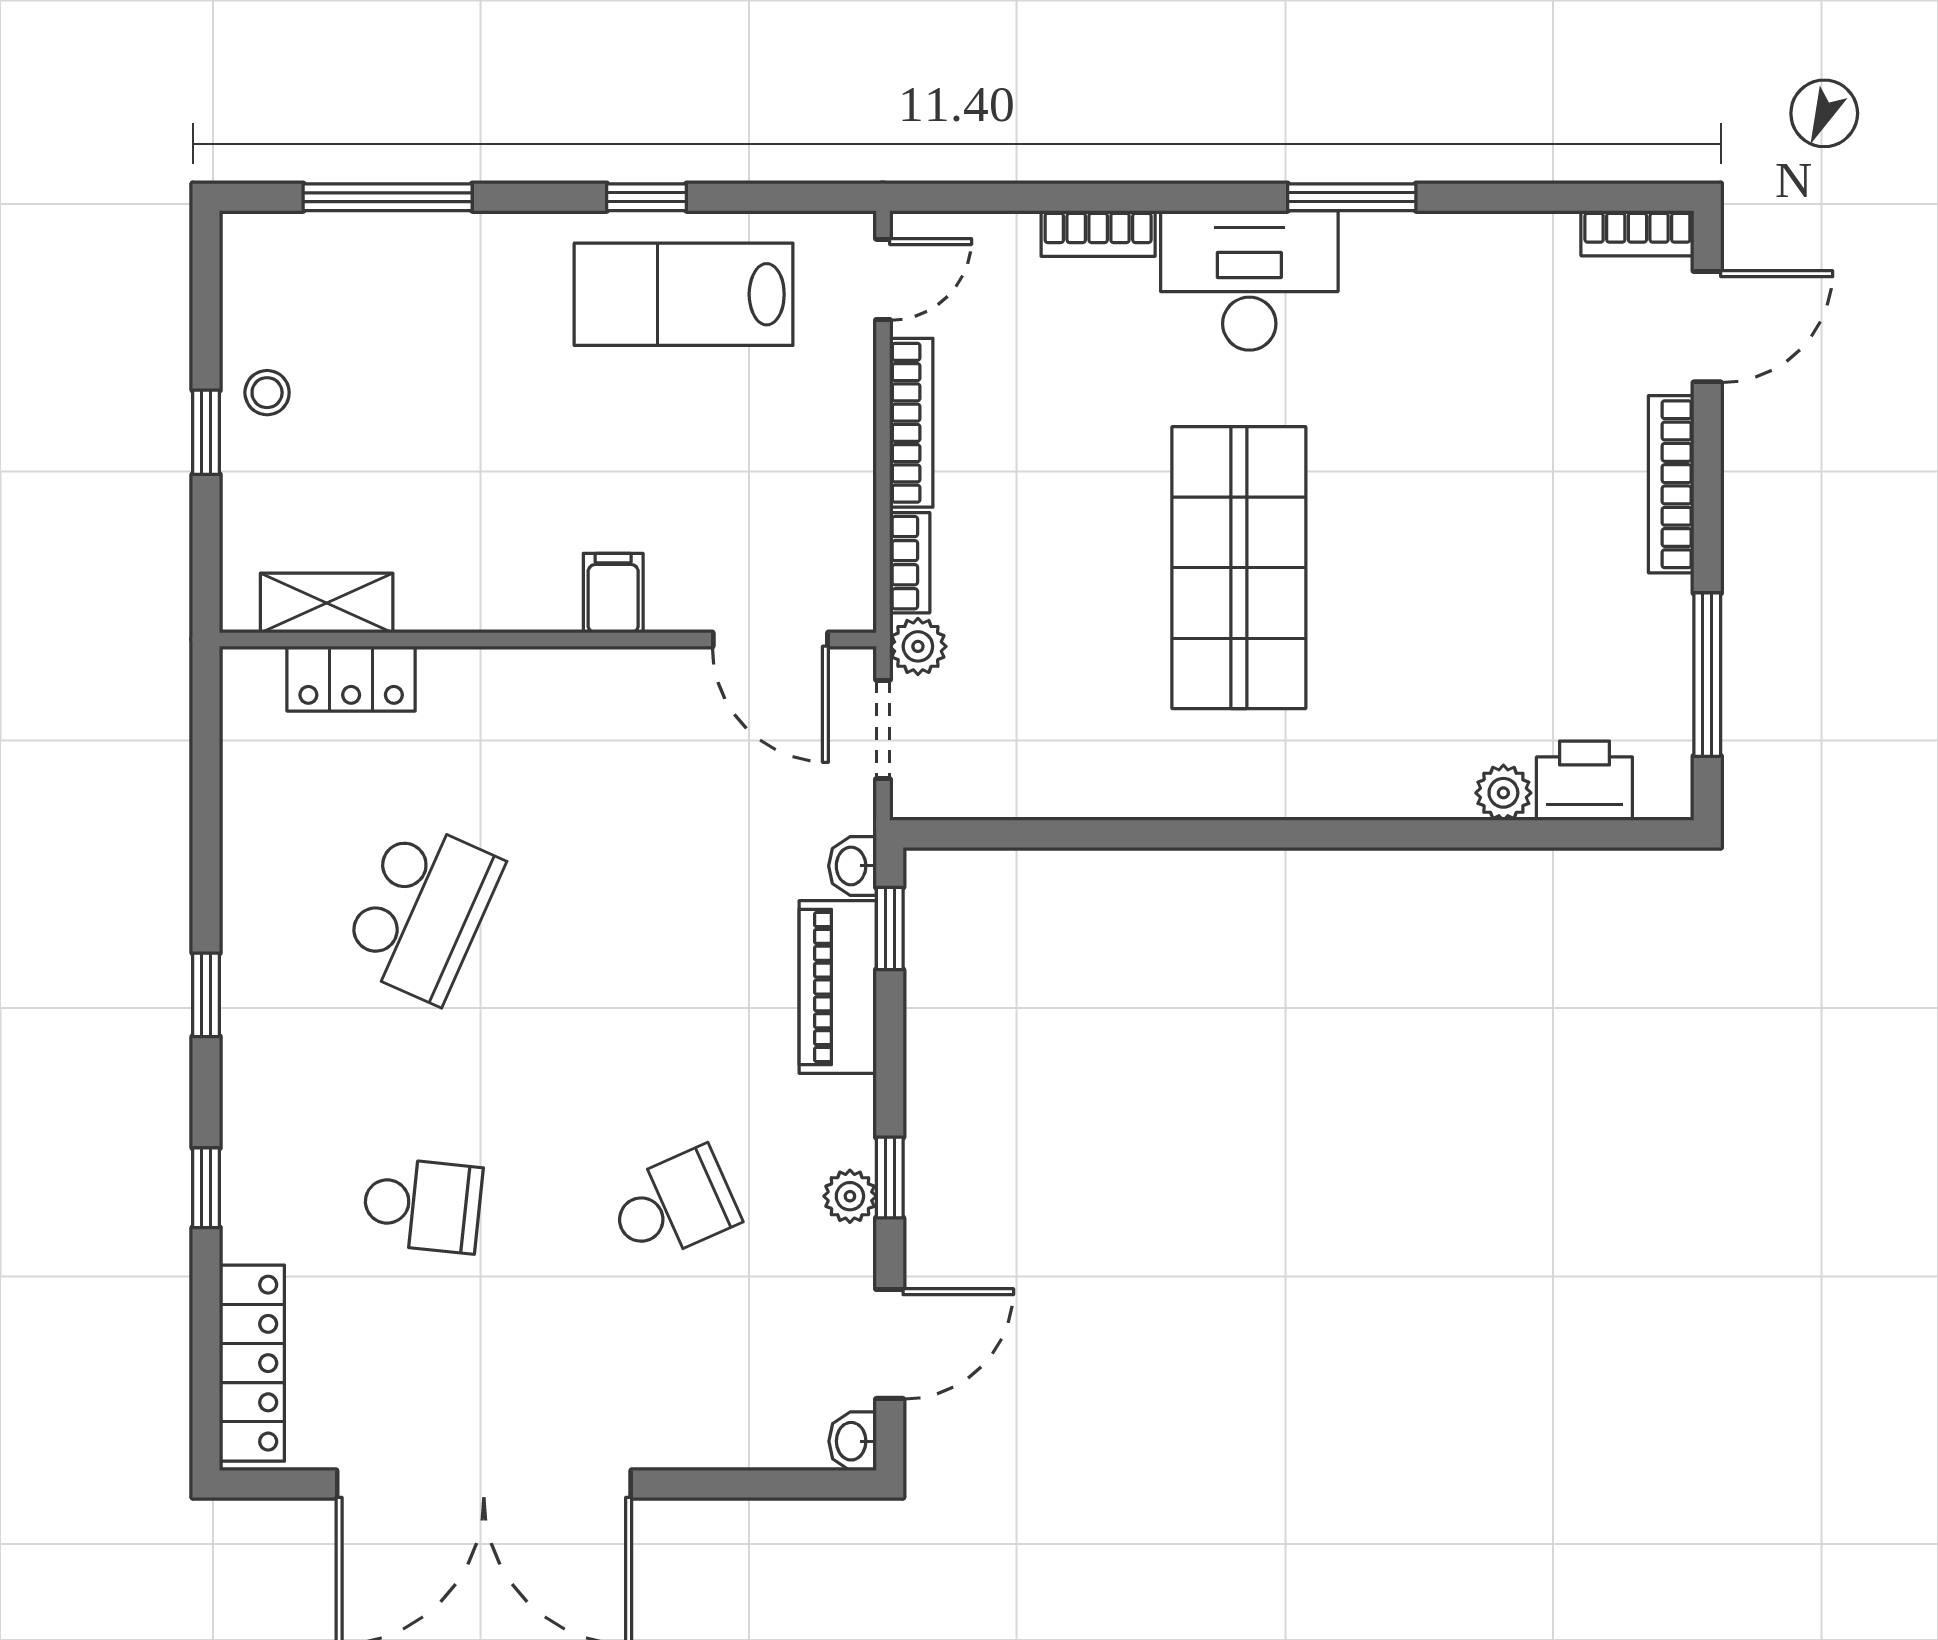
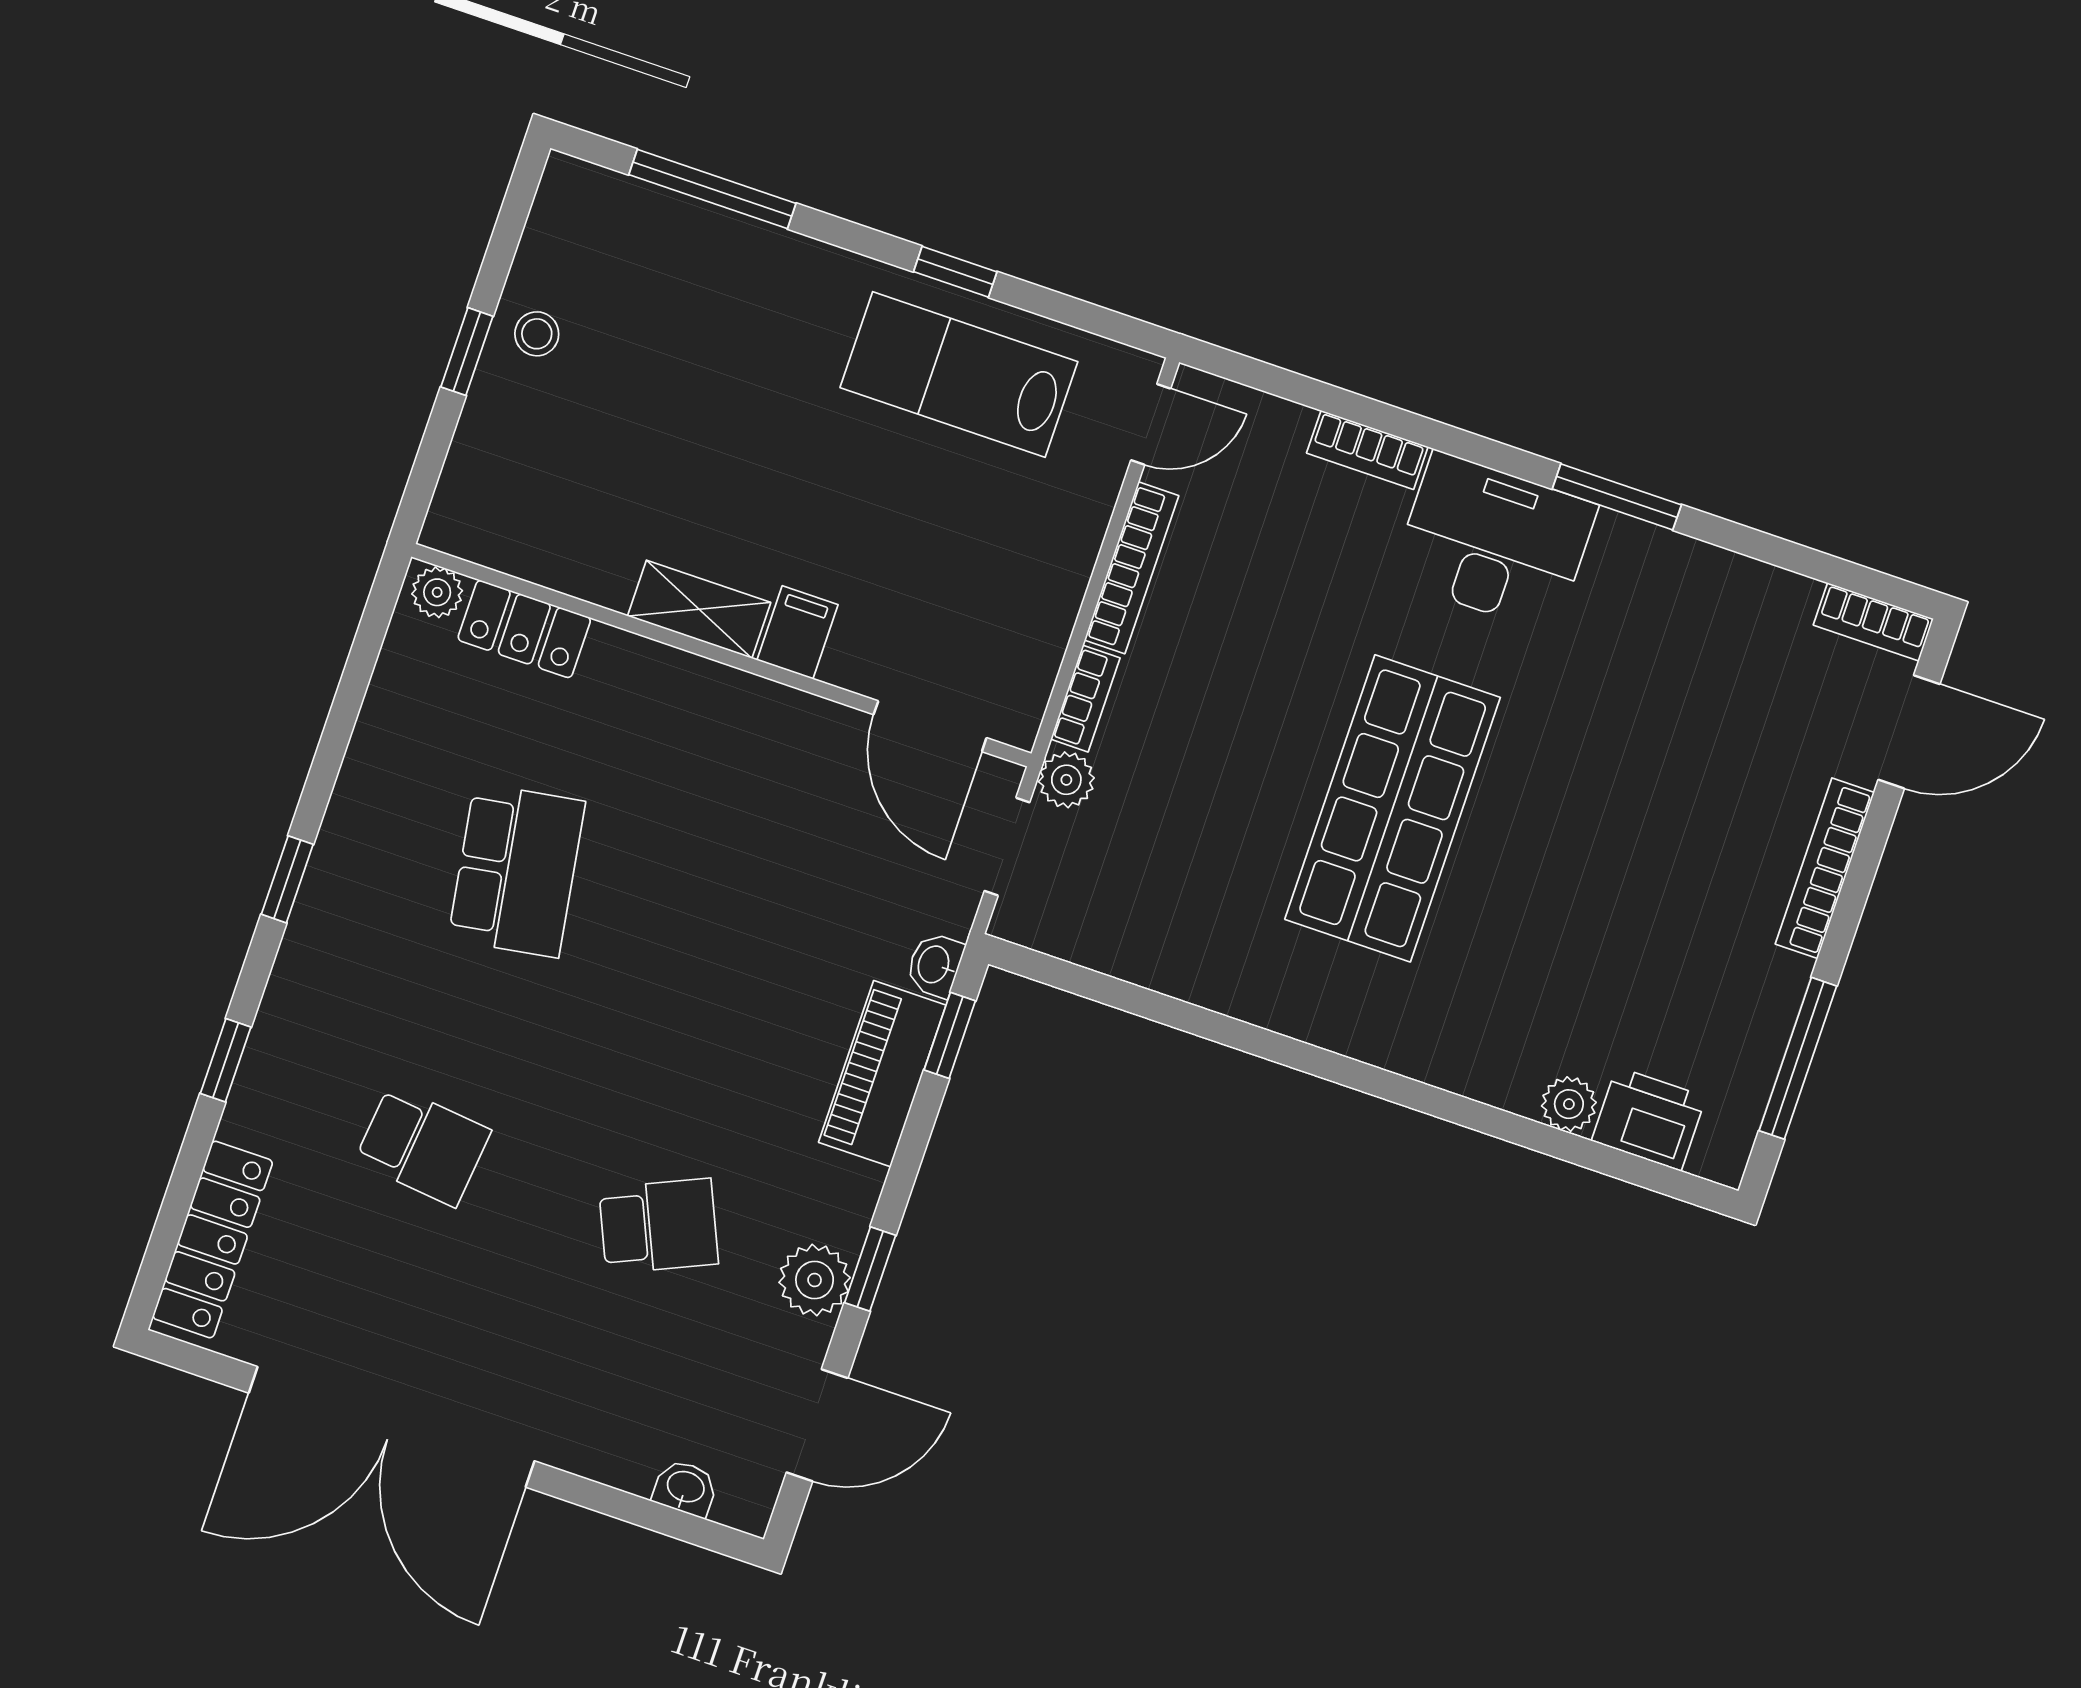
shelving: (327, 603) -> (699, 609), moved
plant: (256, 672) -> (437, 592), added
school desk: (422, 912) -> (517, 870), turned -33
plant: (850, 1196) -> (815, 1280), width x1.38, depth x1.38
washbasin: (853, 1441) -> (685, 1488), moved, turned 90

